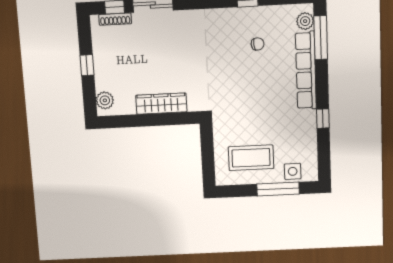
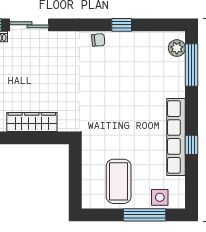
chair: (258, 44) -> (98, 40), moved
row of seats: (306, 71) -> (176, 137), moved
coffee table: (251, 158) -> (119, 181), turned 90

